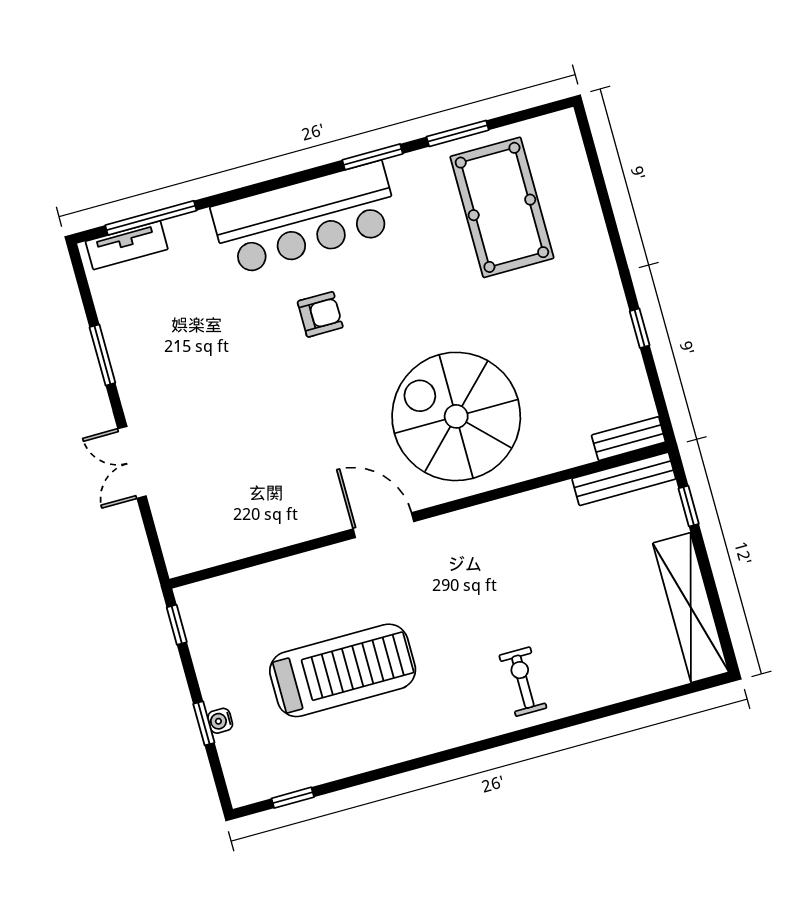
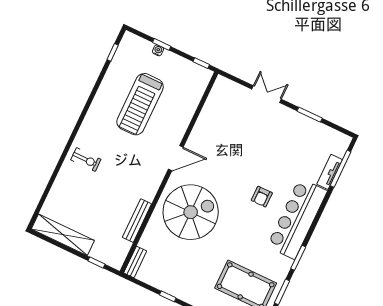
tv unit: (127, 245) -> (330, 172), moved
bench: (624, 479) -> (137, 221), moved

